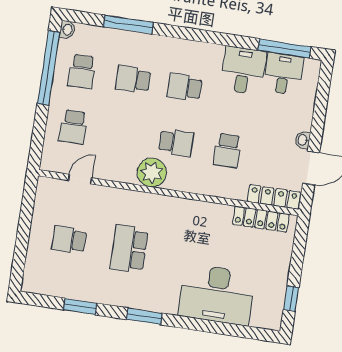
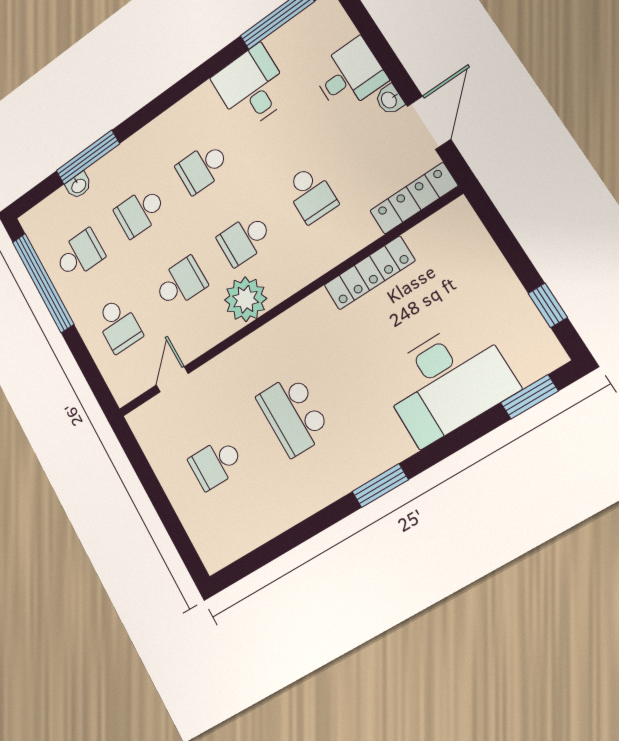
washbasin: (67, 30) -> (78, 185), moved, turned 90
school desk: (82, 71) -> (80, 254), turned -90
desk: (283, 74) -> (349, 75), moved, turned 90
school desk: (125, 135) -> (180, 283), added
school desk: (176, 143) -> (245, 239), turned 180
locker: (261, 219) -> (369, 273), moved
window: (80, 307) -> (529, 397), moved

